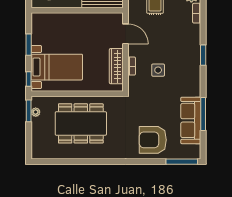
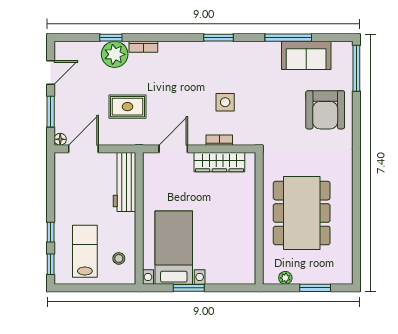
window: (203, 55) -> (218, 38), moved
bed with nightstands: (57, 67) -> (174, 248), moved
window: (29, 79) -> (238, 288), removed
window: (29, 111) -> (315, 288), moved
sofa: (191, 120) -> (306, 55), width x0.73

